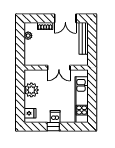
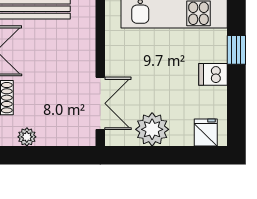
double door: (59, 68) -> (100, 103), moved
window: (53, 127) -> (236, 50), moved

